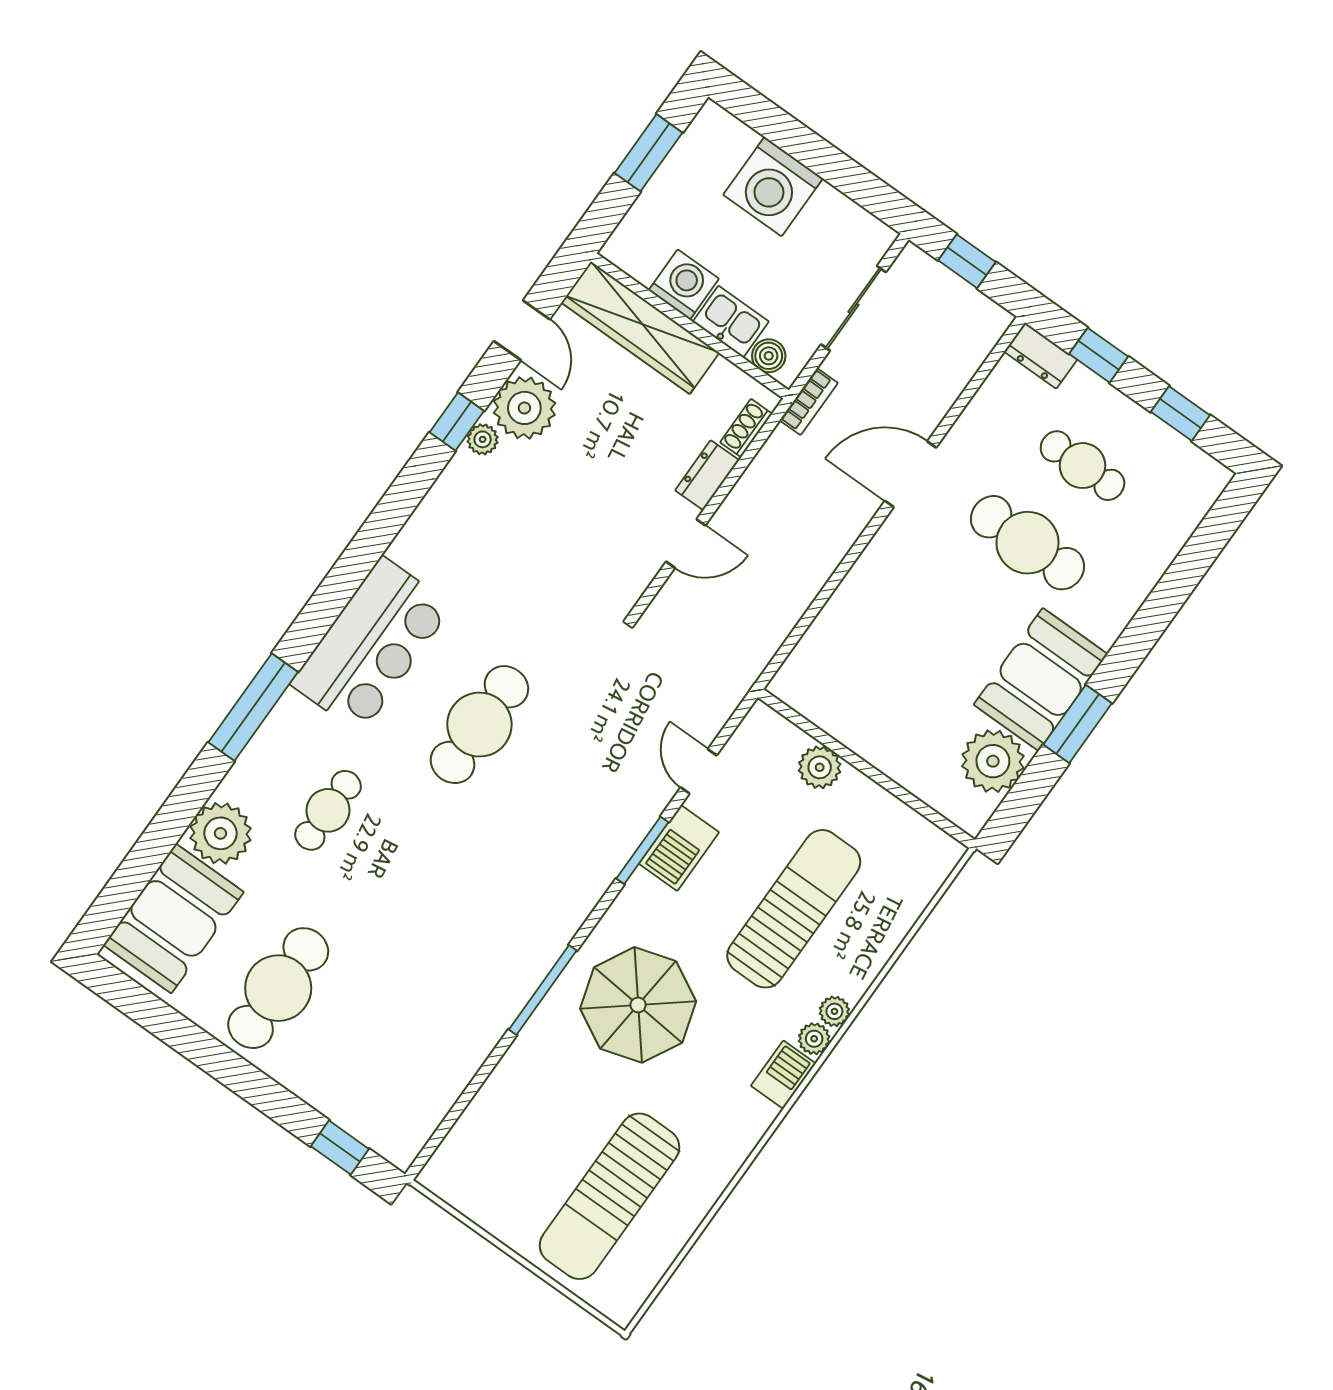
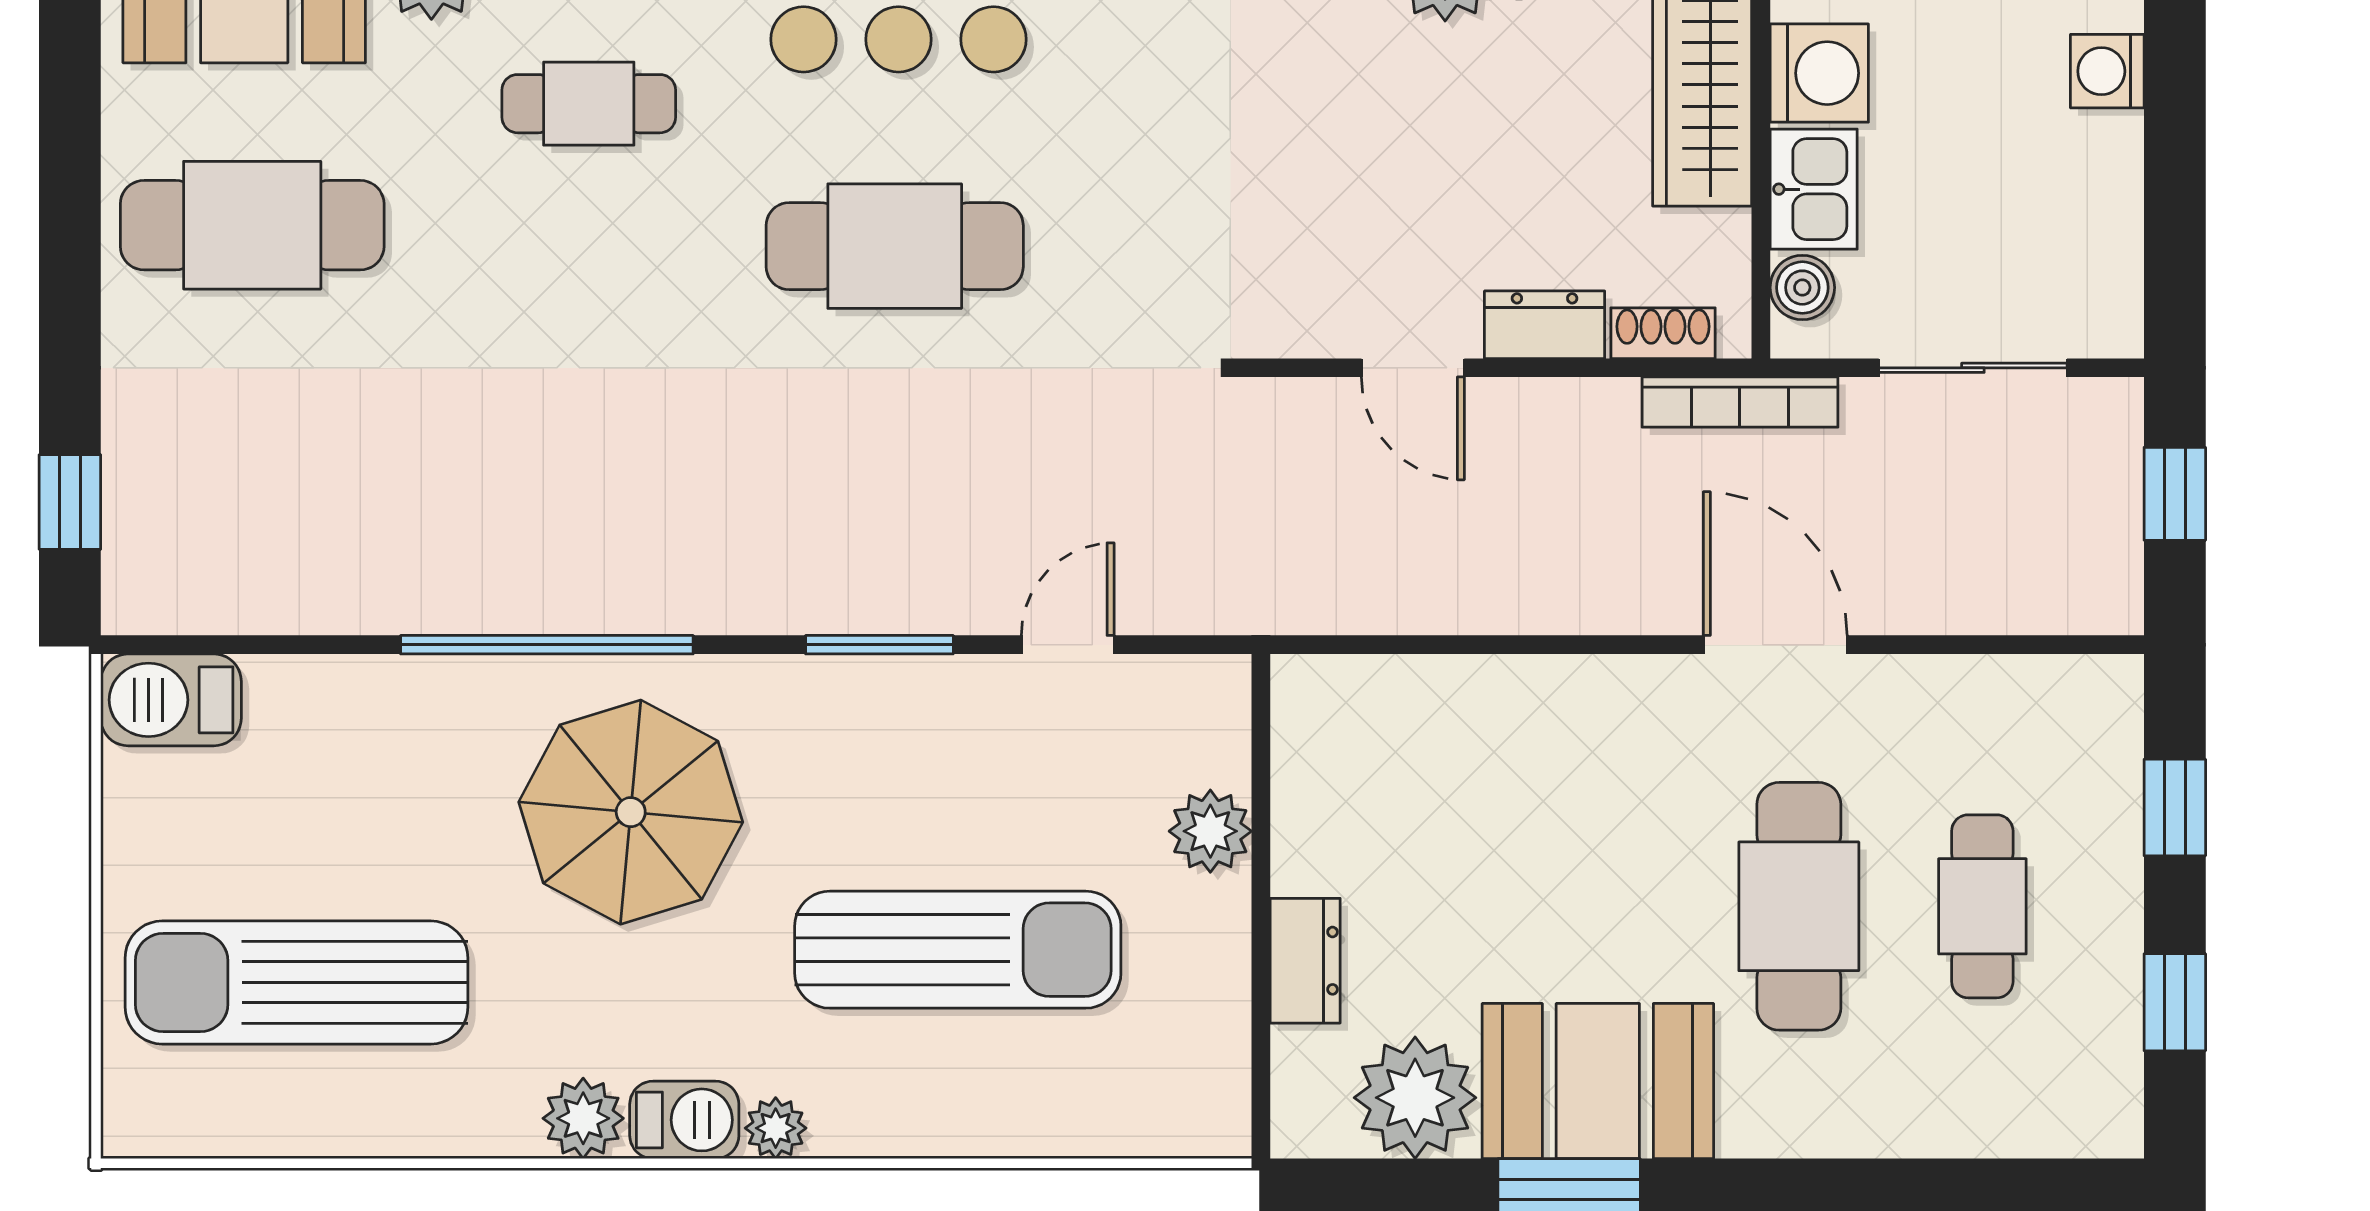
washing machine: (773, 187) -> (2107, 71), width x0.53, depth x0.53
dresser: (1041, 356) -> (1305, 961), moved, turned 180
bookcase: (809, 402) -> (1740, 402), width x1.56
barbecue: (679, 848) -> (171, 700), moved
window: (543, 990) -> (547, 645), width x1.46
plant: (834, 1011) -> (583, 1118), moved, width x1.38, depth x1.38

